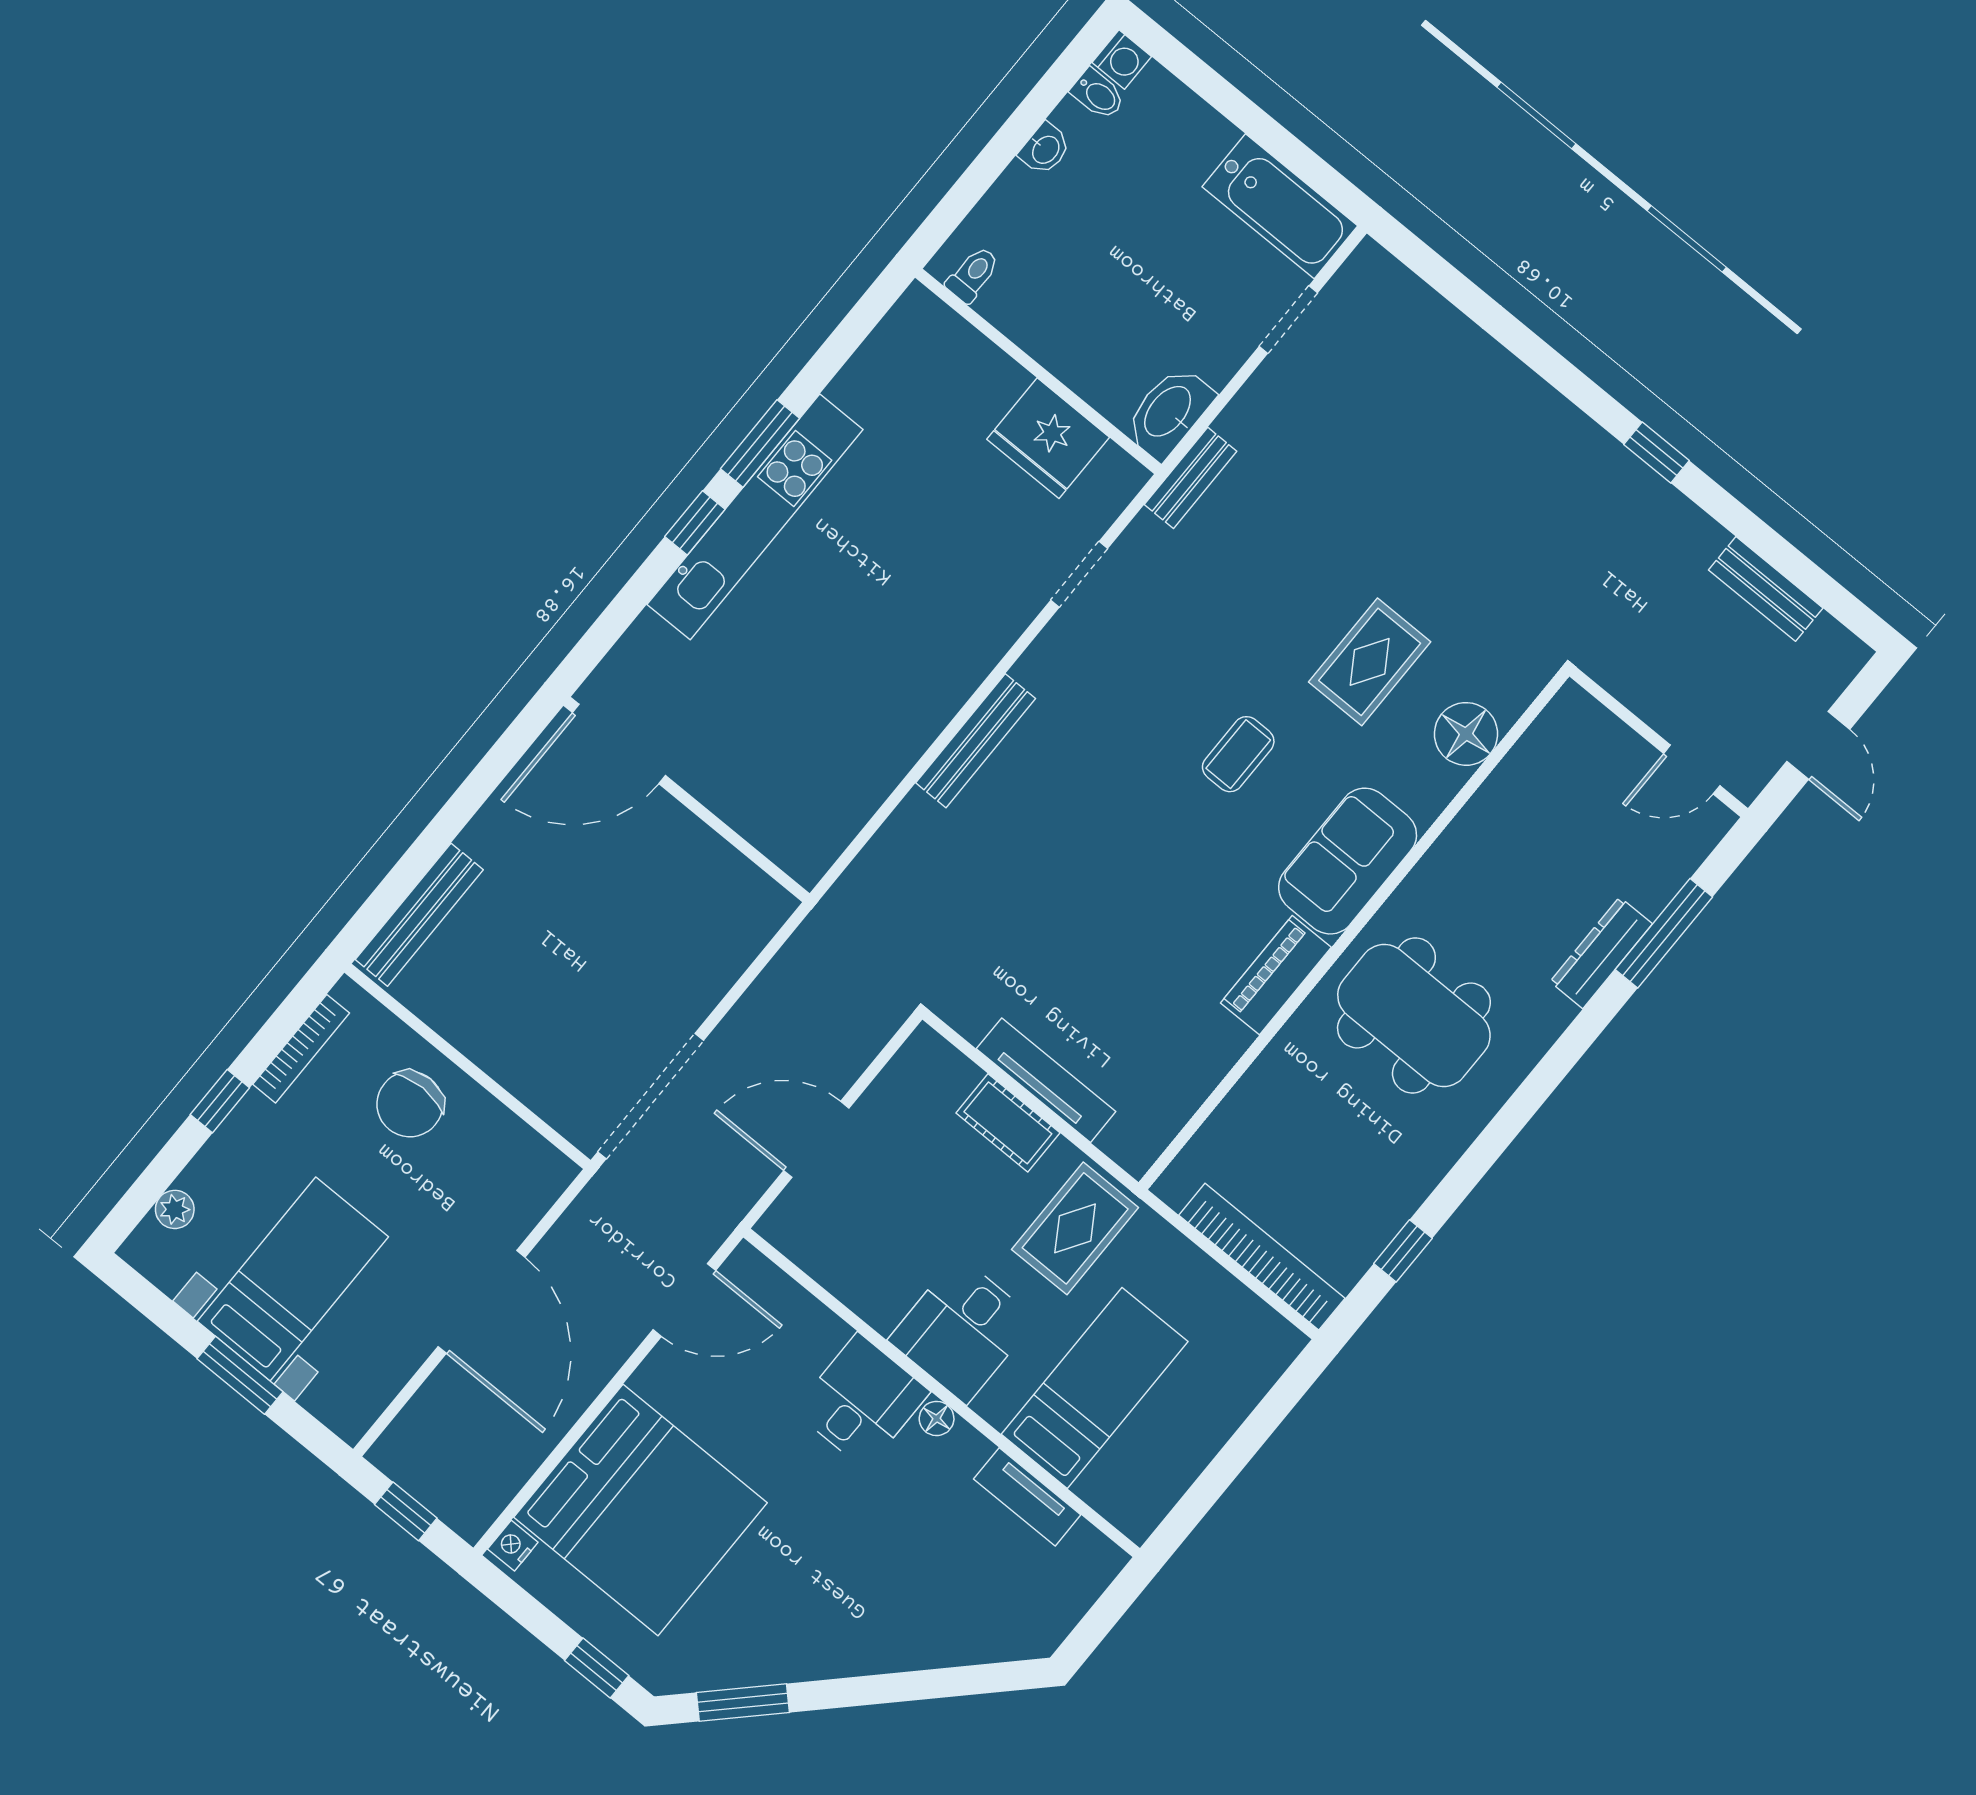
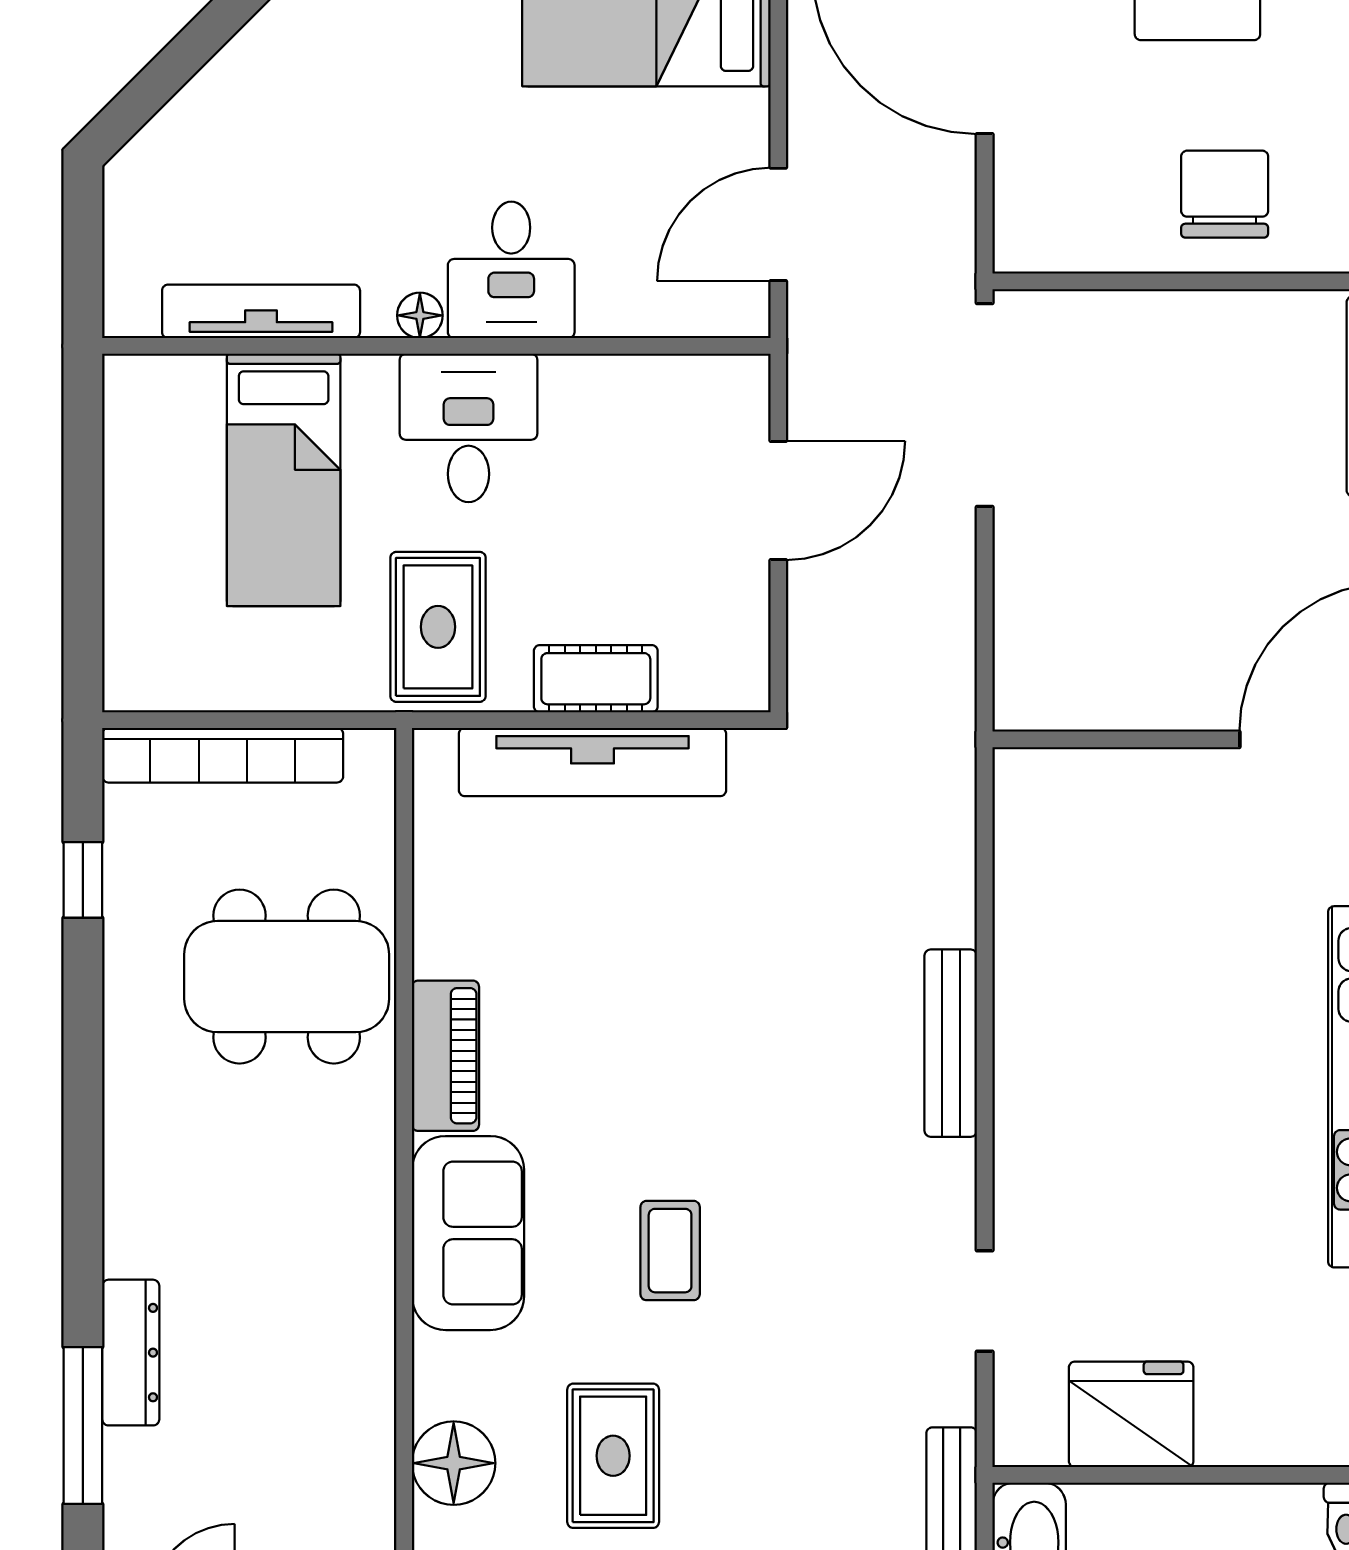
dining table: (1414, 1015) -> (287, 977), moved
tv unit: (1046, 1080) -> (593, 762), width x1.36, depth x1.29
tv unit: (1027, 1497) -> (261, 311), width x1.41

